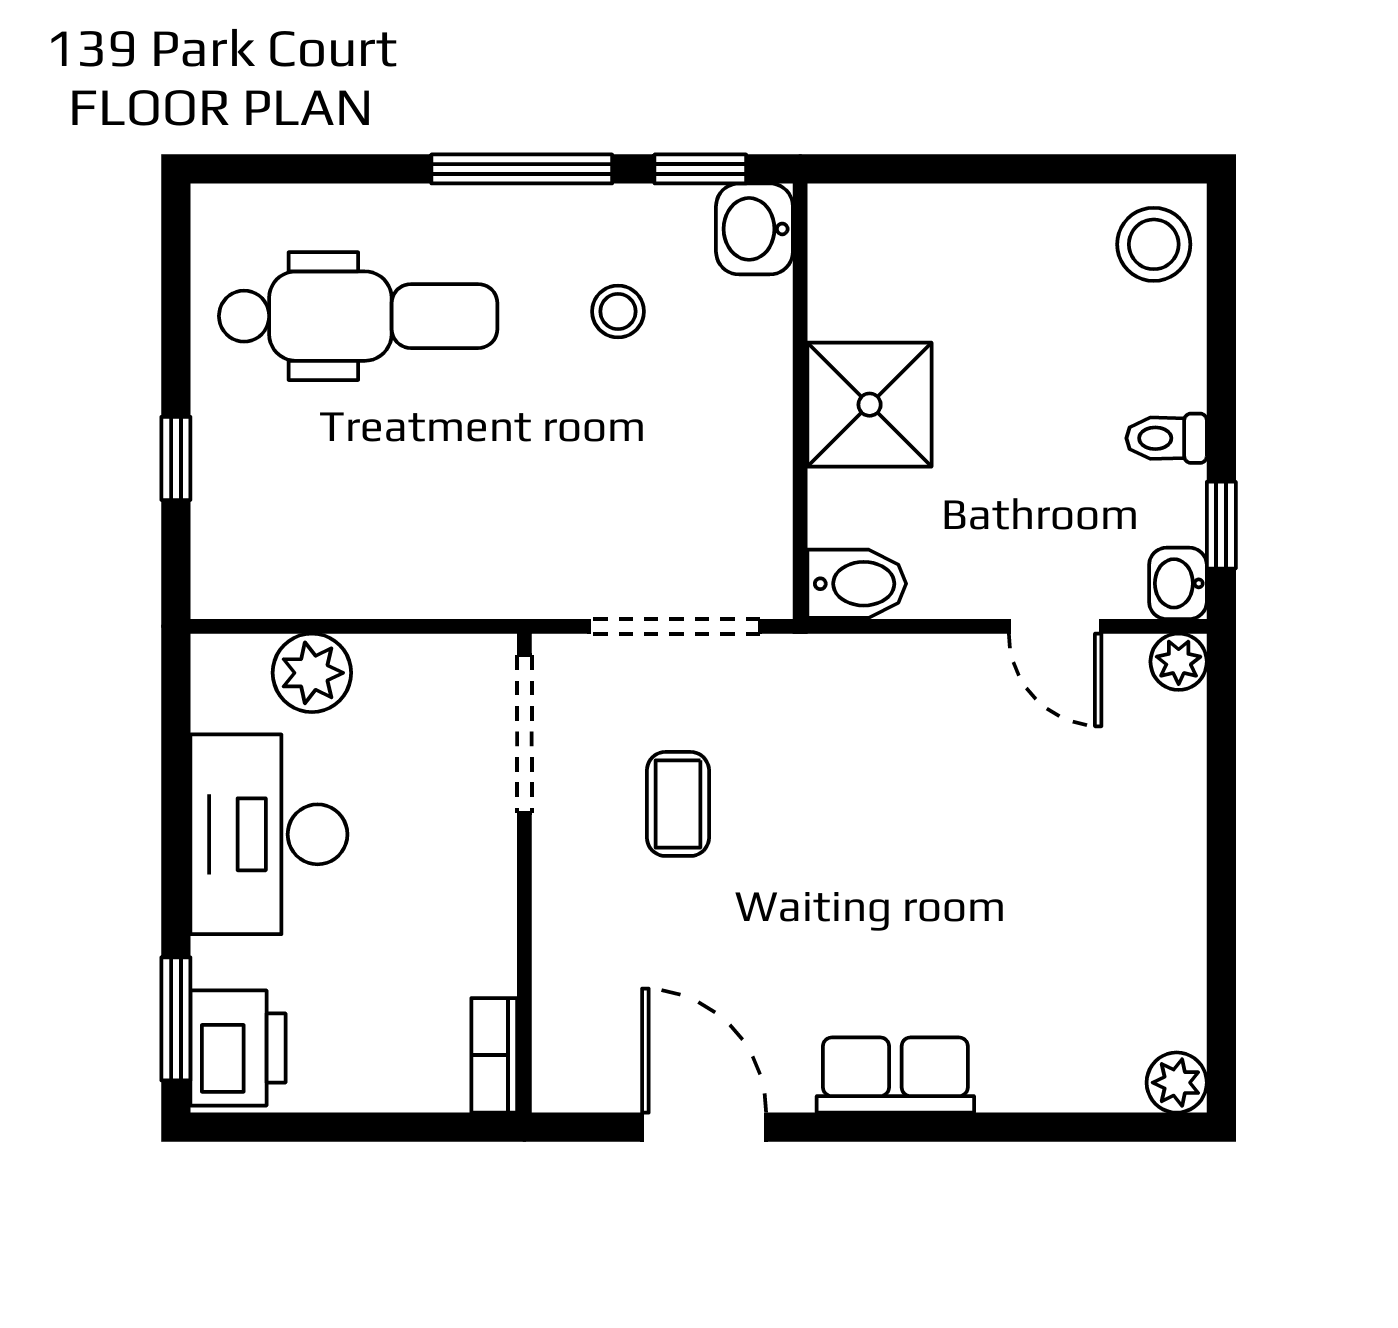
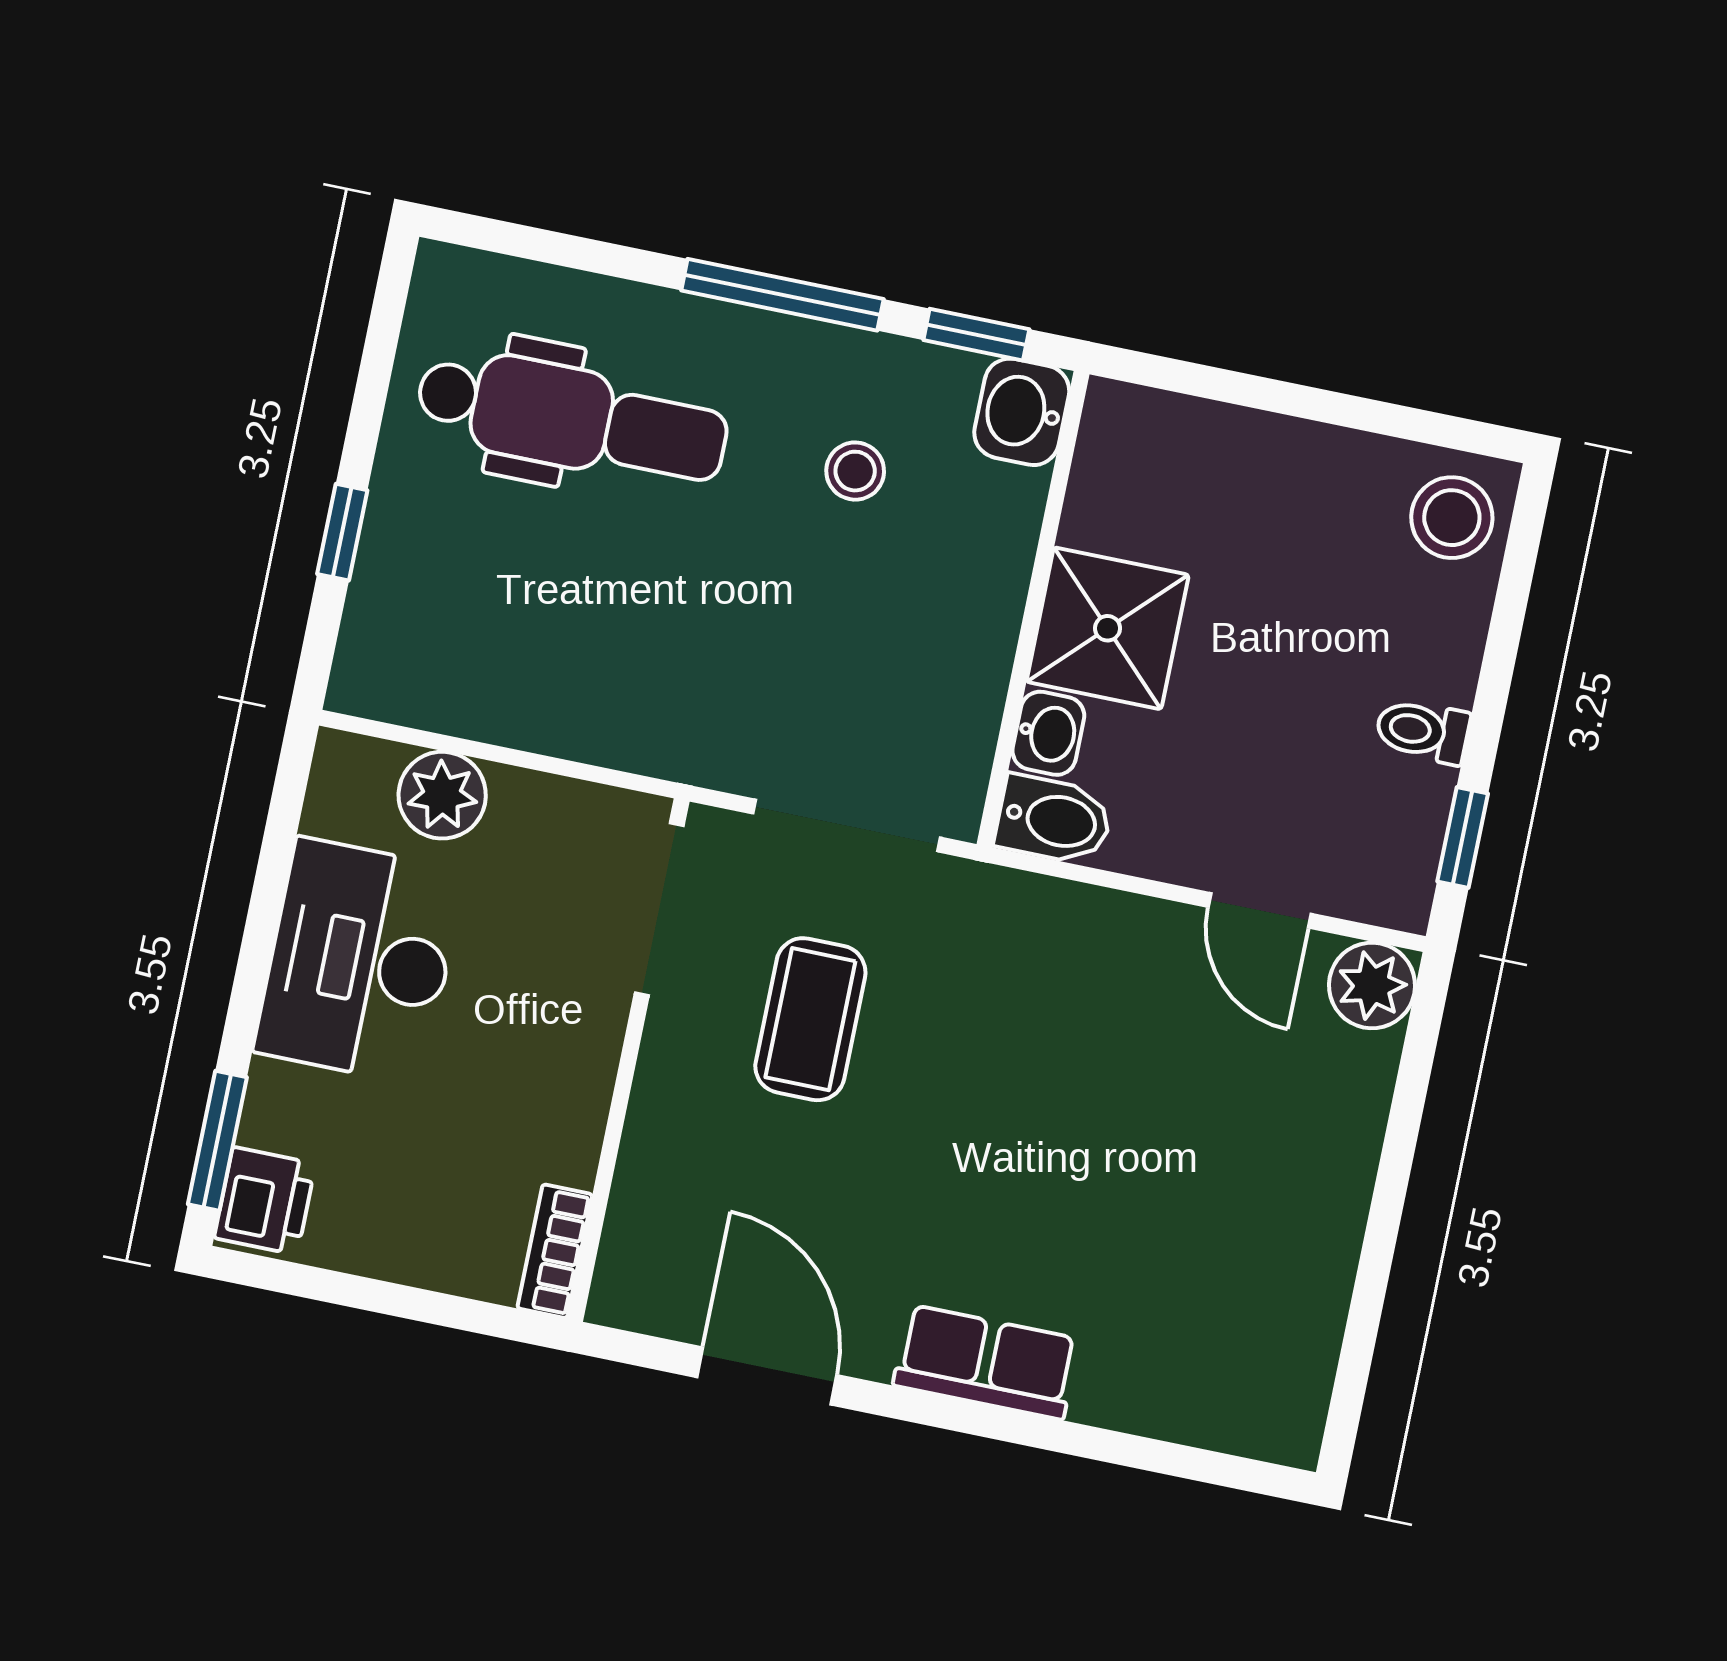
washbasin: (1178, 583) -> (1048, 733), moved, turned 180
plant: (1179, 662) -> (1372, 985), width x1.38, depth x1.38
coffee table: (678, 804) -> (810, 1019), width x1.36, depth x1.30
printer: (238, 1048) -> (265, 1201), width x0.73, depth x0.81
plant: (1177, 1083) -> (1290, 1433), removed

